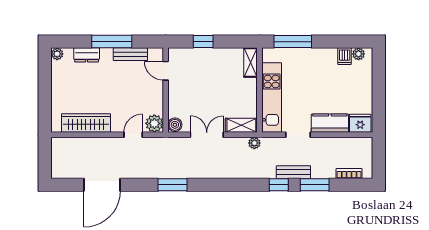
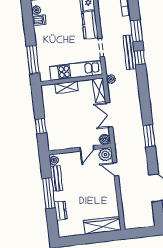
plant: (57, 54) -> (54, 160), moved
shelving: (251, 63) -> (67, 87), moved
door: (166, 71) -> (87, 148), moved
wardrobe: (86, 123) -> (102, 225), moved, turned 90
bench: (293, 172) -> (130, 52), width x1.36

